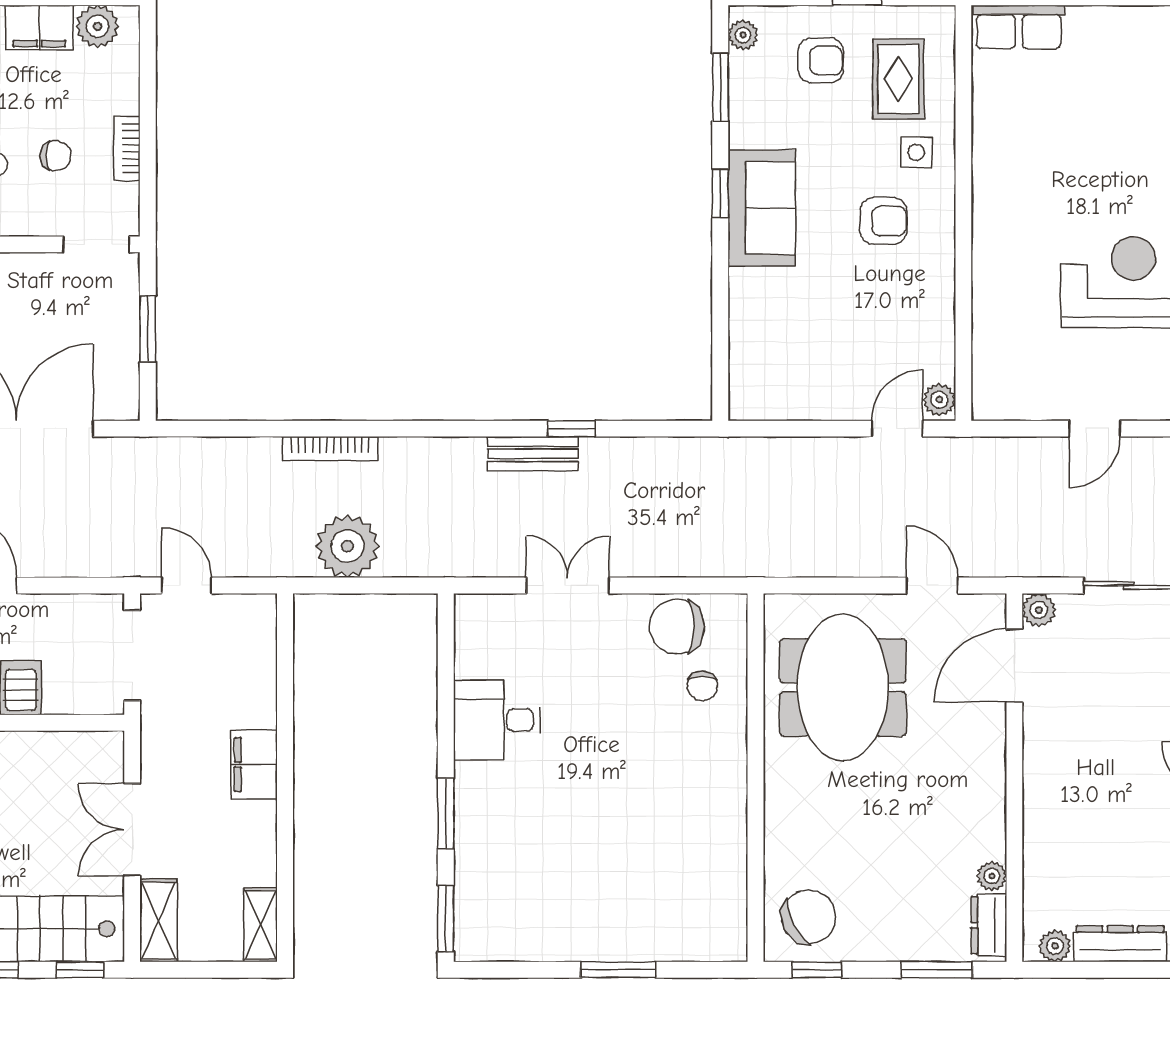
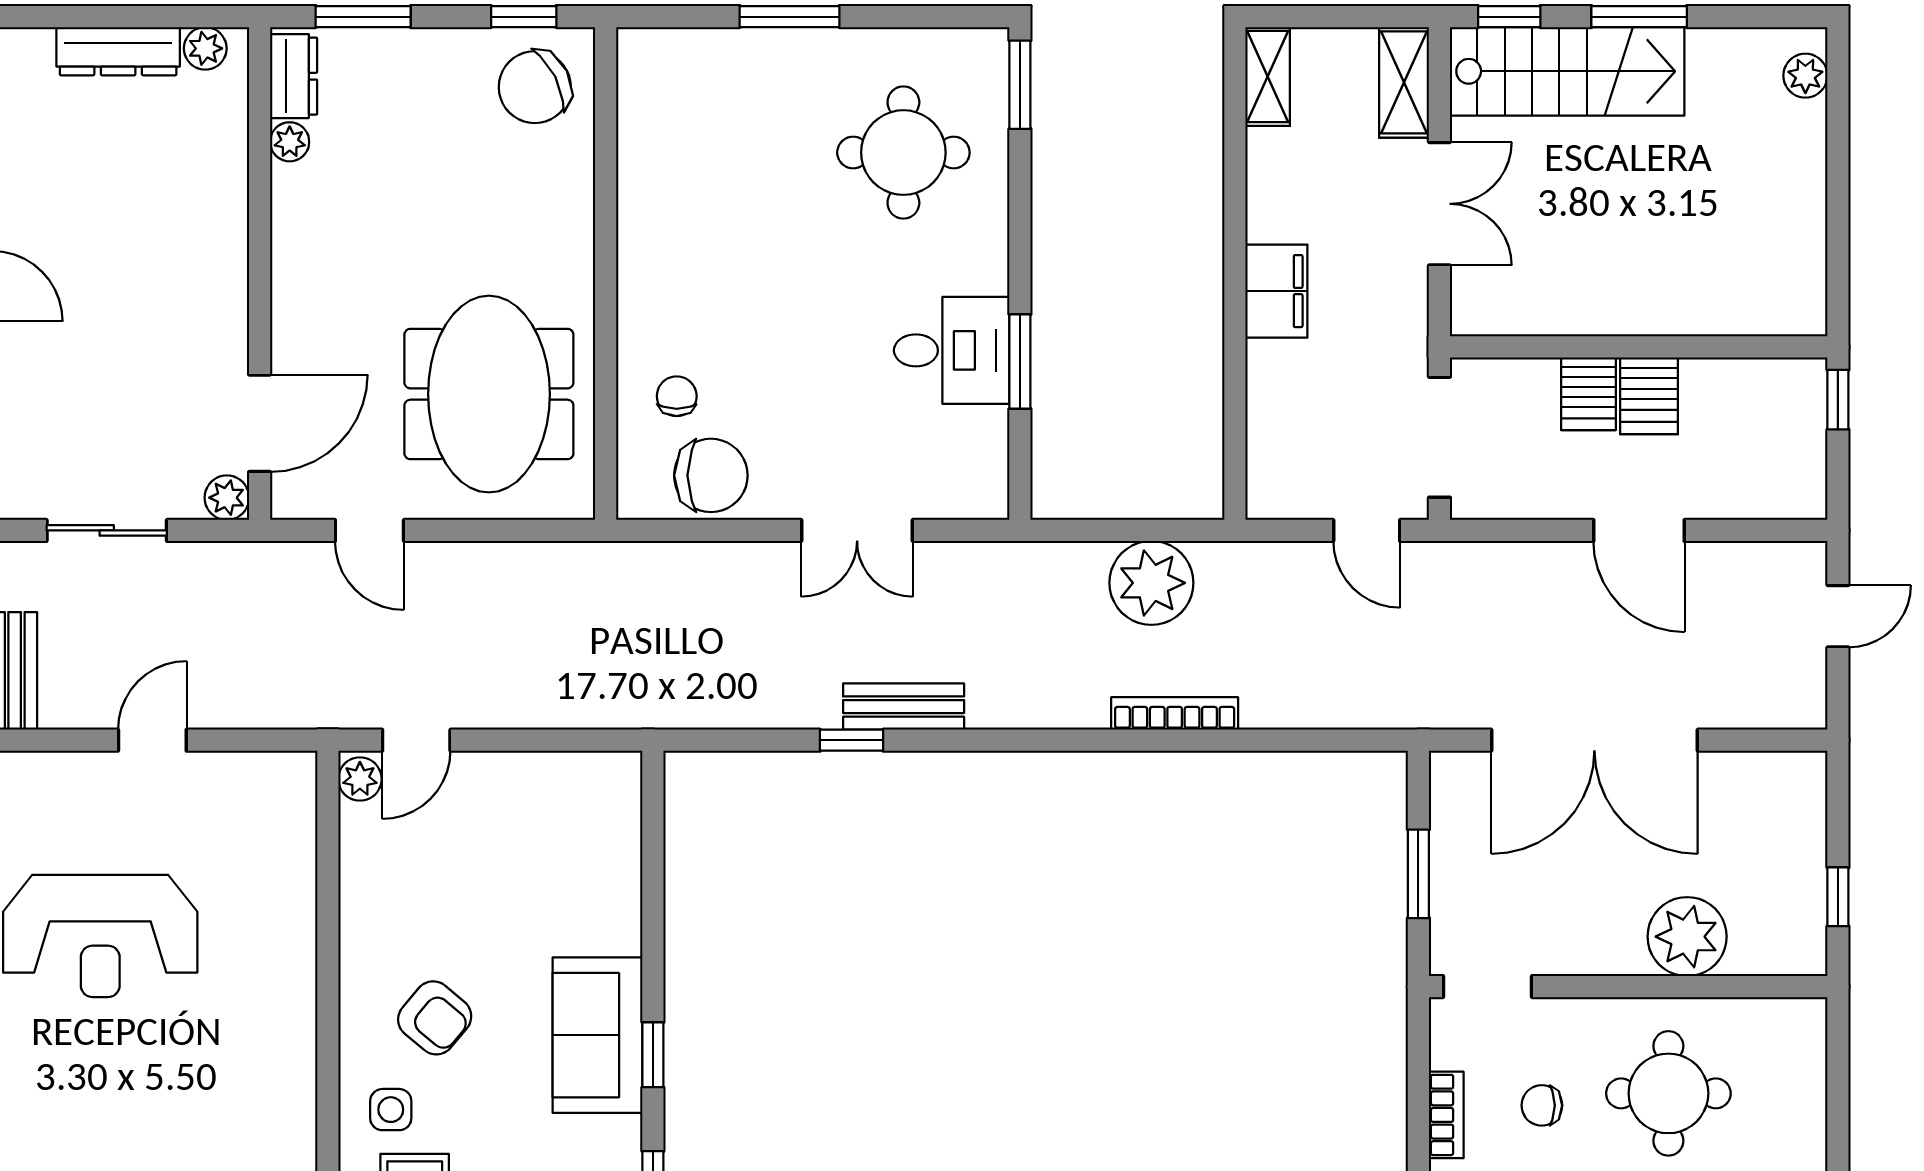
armchair: (883, 221) -> (435, 1018), turned -140
window: (446, 814) -> (1020, 362), moved
round table: (533, 868) -> (903, 153), added

